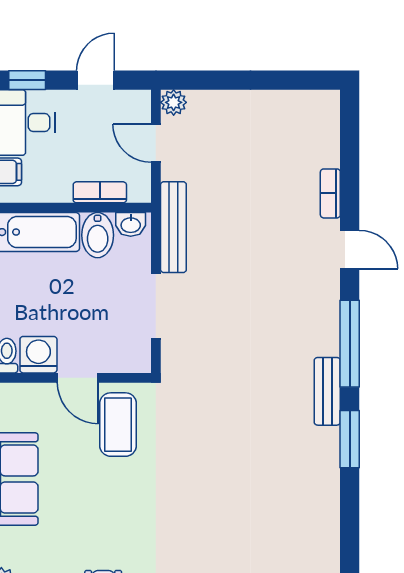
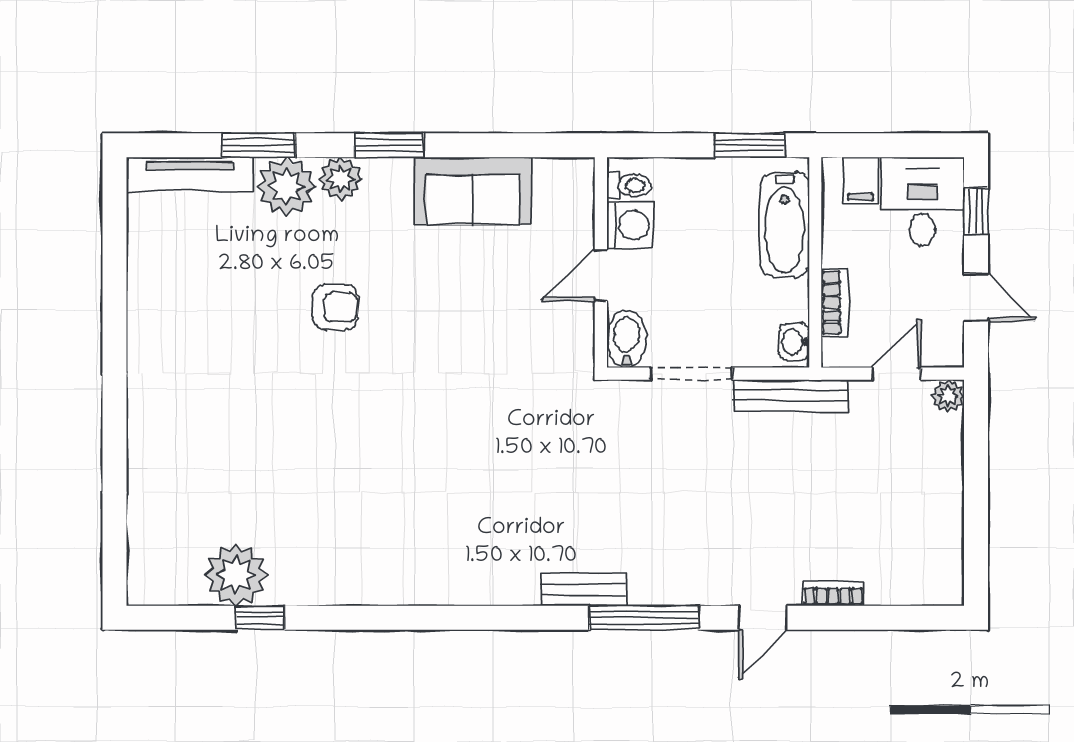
bidet: (98, 235) -> (627, 339), moved, turned 90
coffee table: (118, 425) -> (542, 326), removed
window: (350, 439) -> (524, 618), removed

